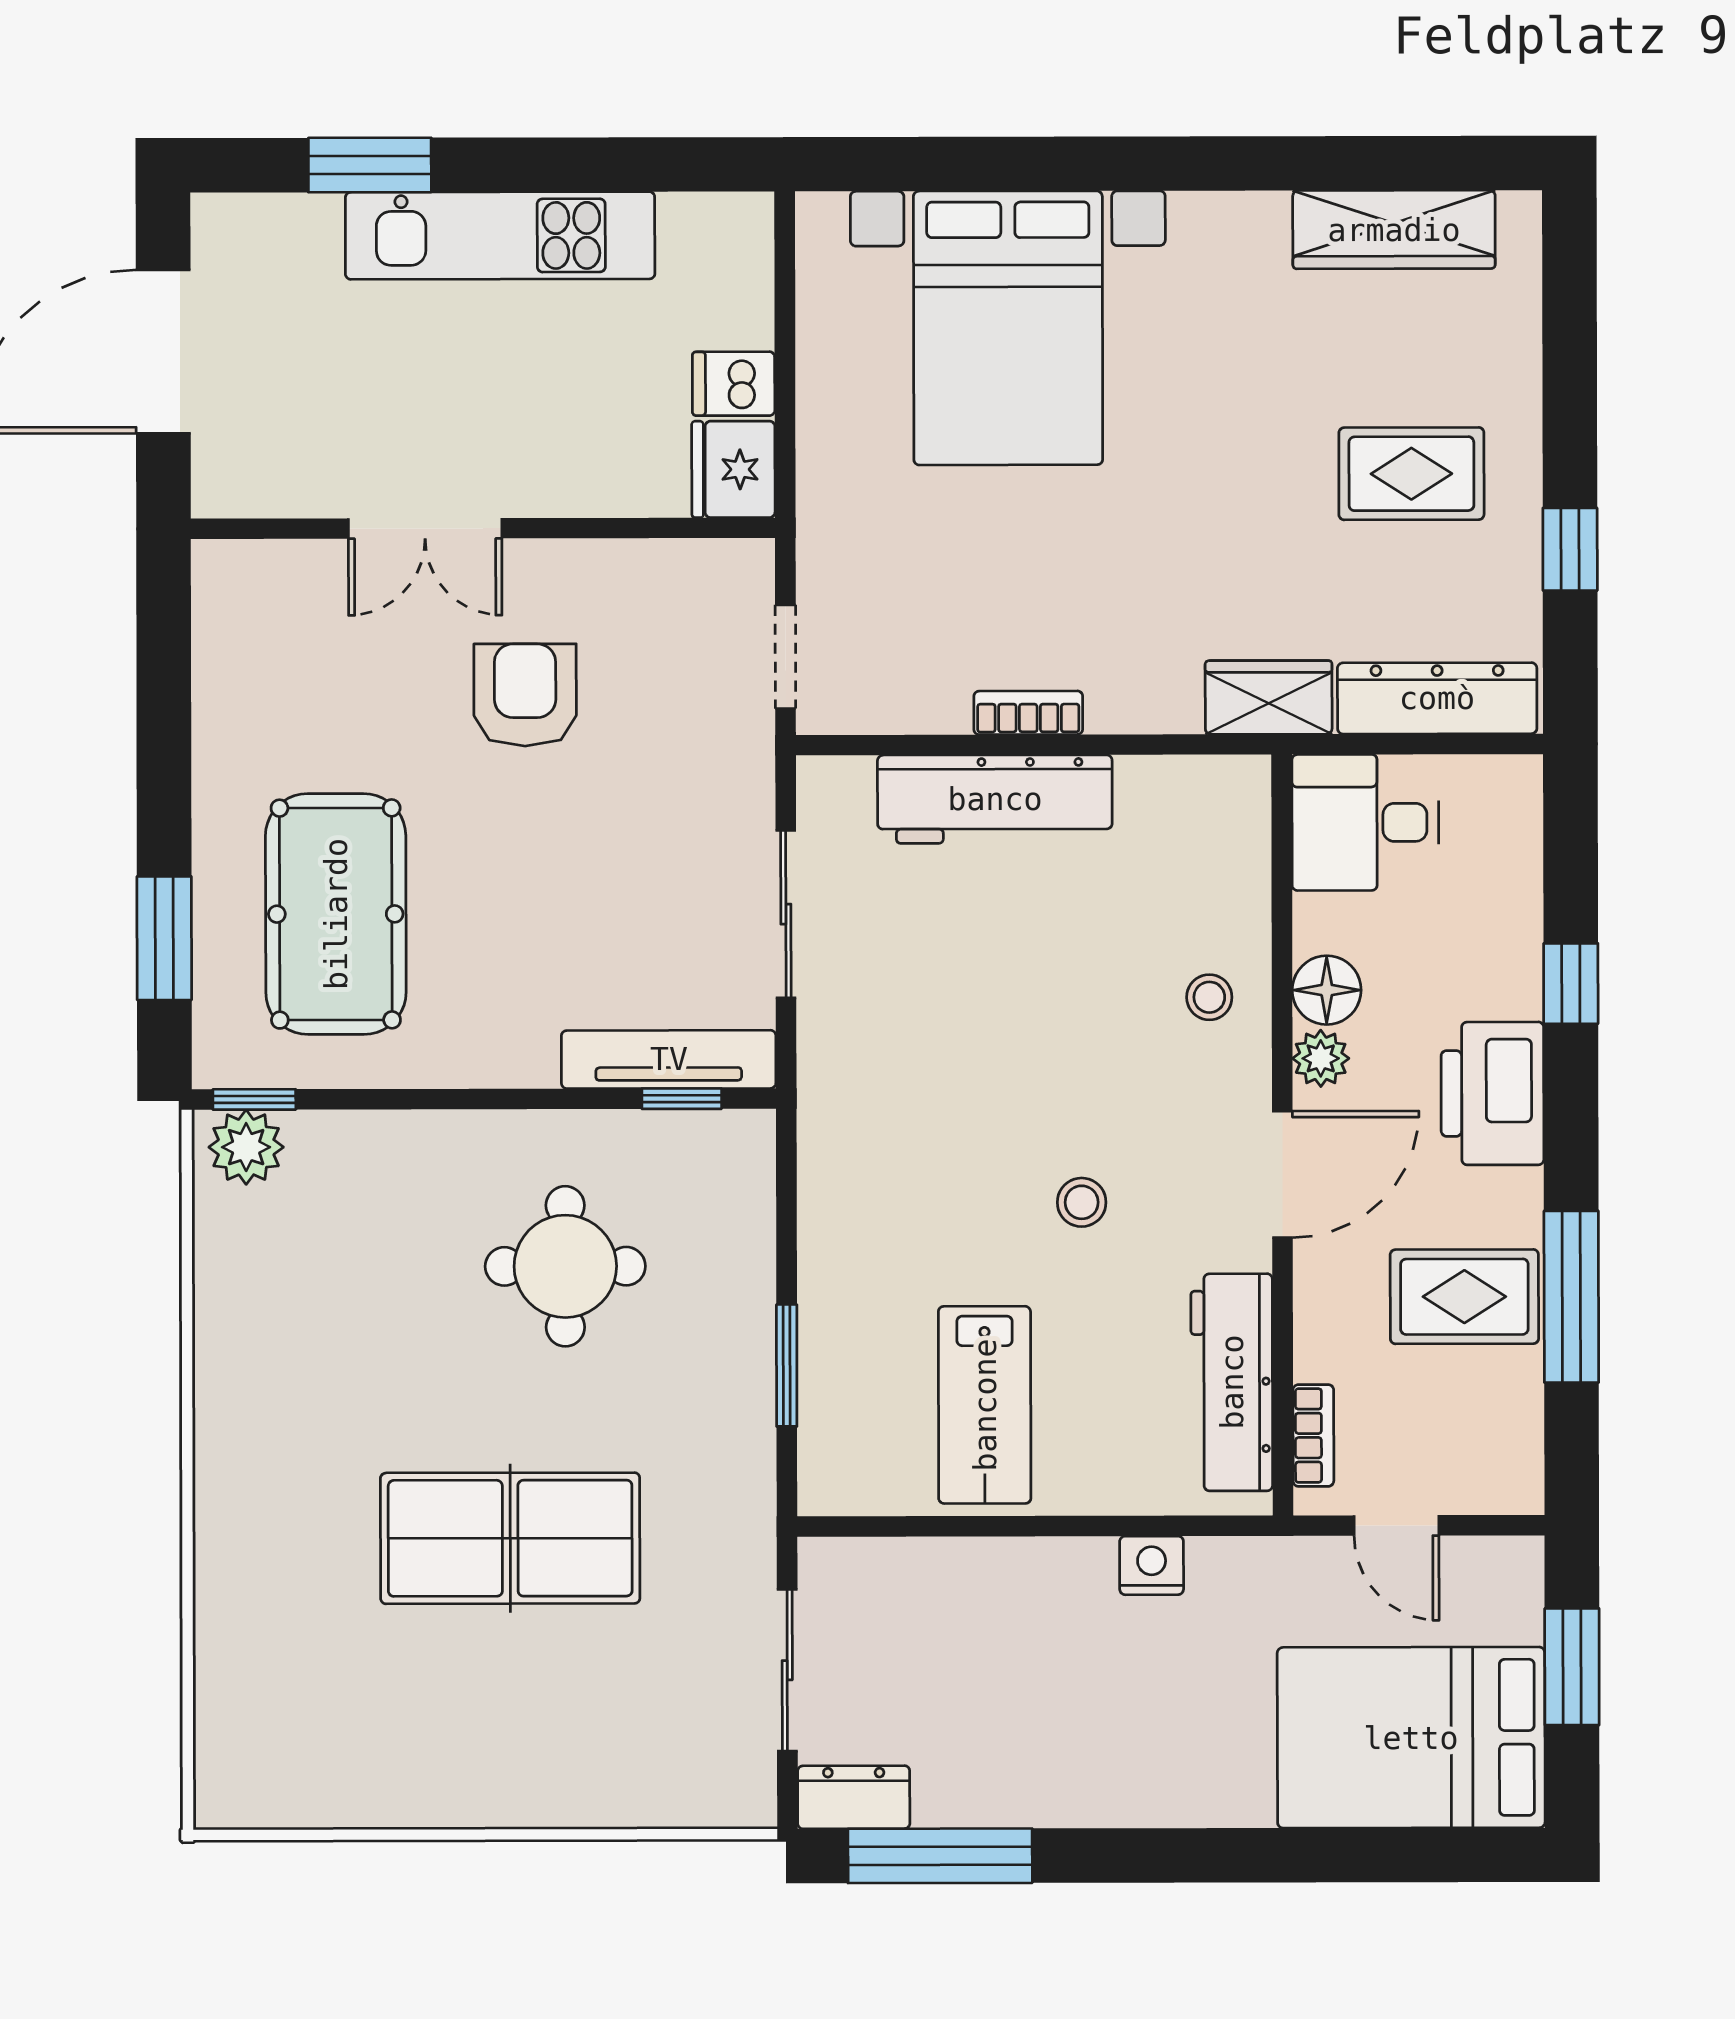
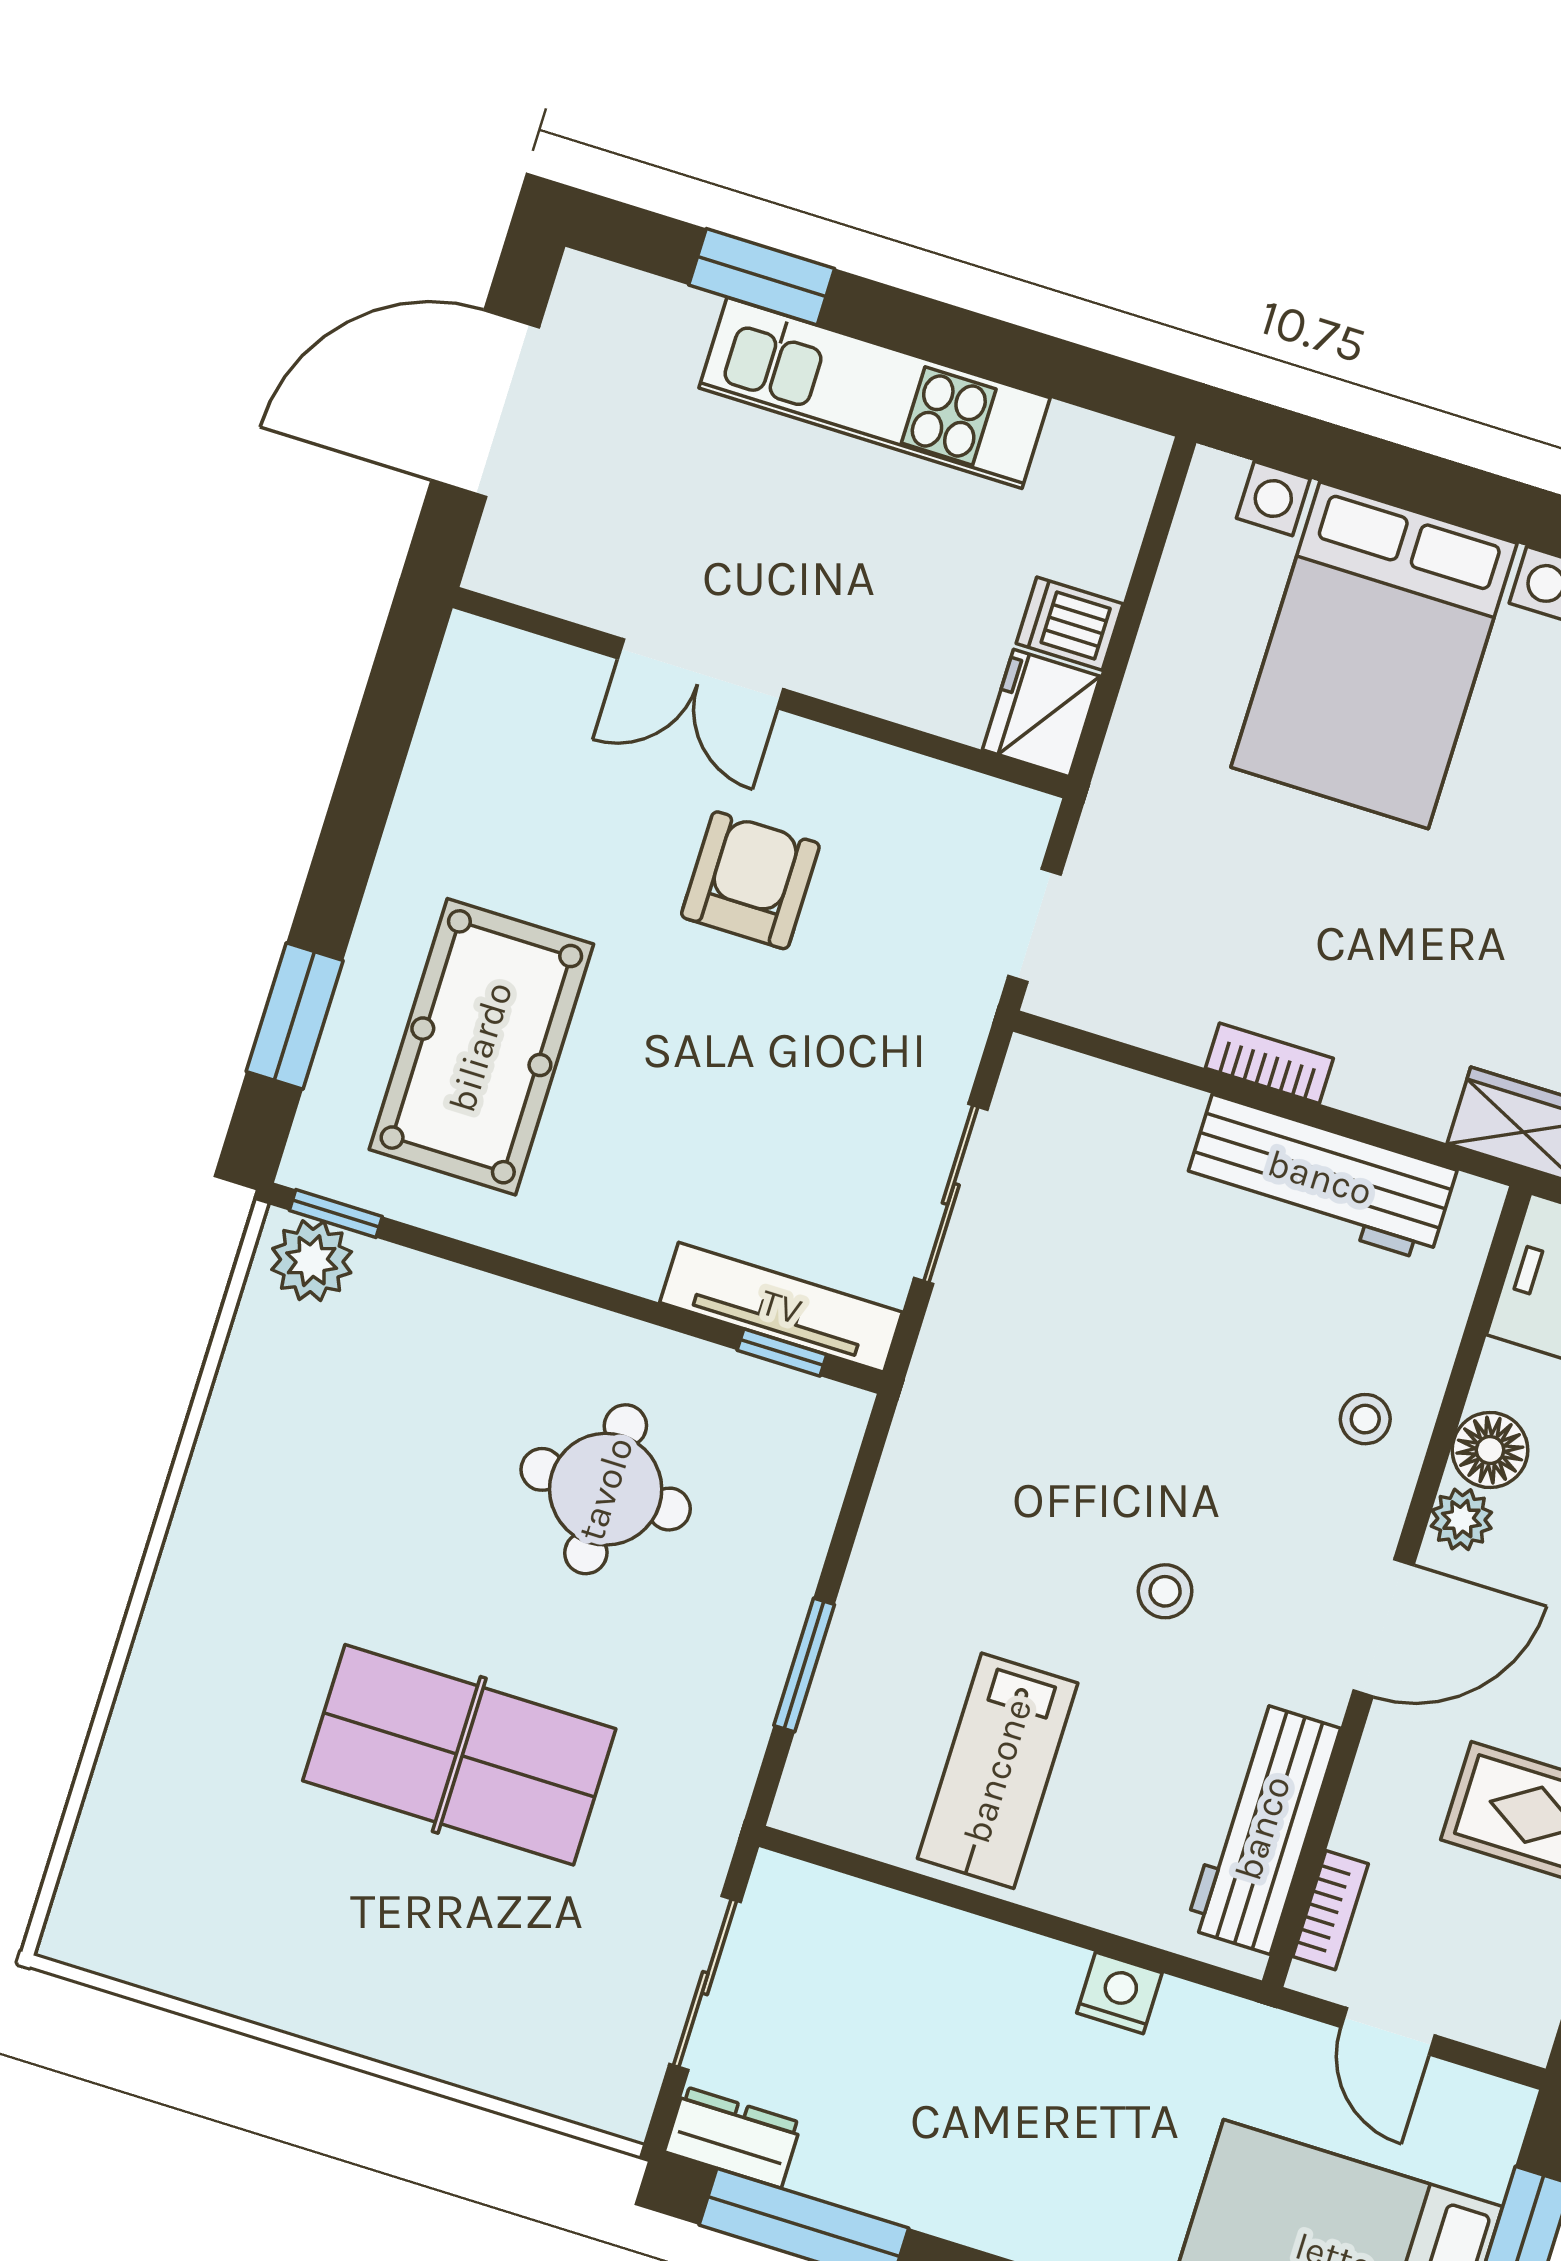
workbench: (995, 799) -> (1320, 1178), moved

